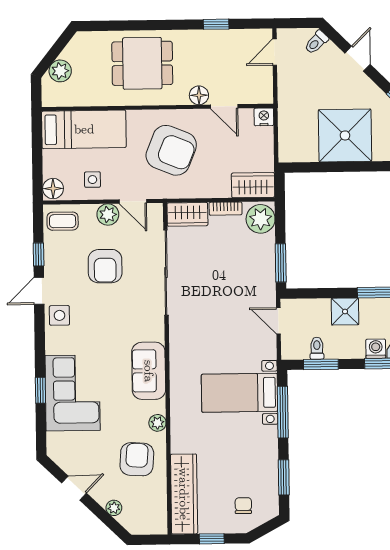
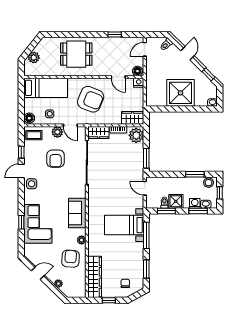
floor lamp: (199, 95) -> (137, 71), moved
shower: (345, 312) -> (176, 201), moved

